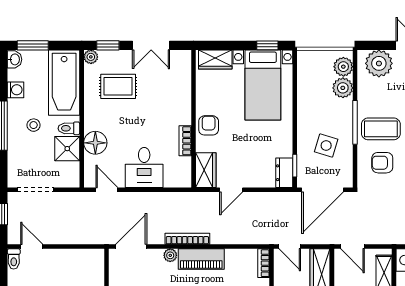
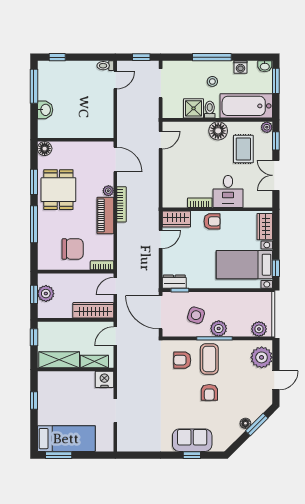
plant: (343, 88) -> (219, 329), moved
floor lamp: (95, 143) -> (218, 131), moved
armchair: (382, 163) -> (182, 360), turned -90
desk: (144, 167) -> (228, 191), moved, turned -90
door: (231, 190) -> (161, 239), swing flipped

